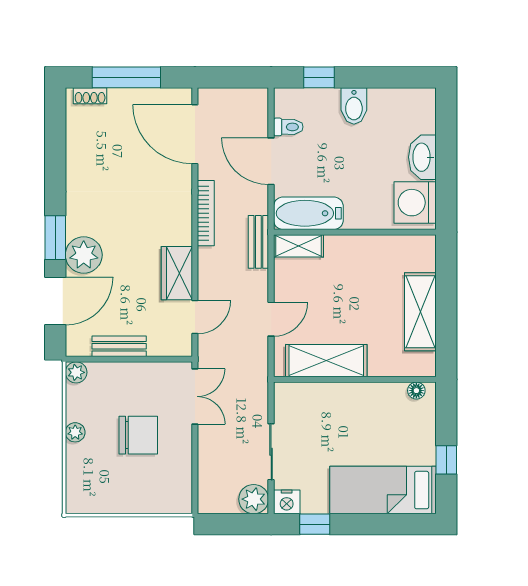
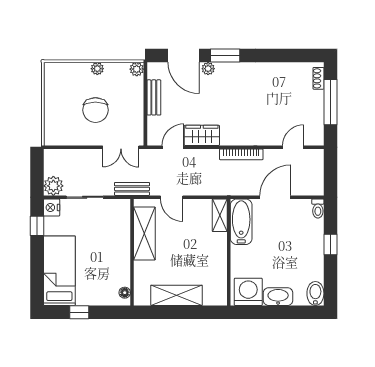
window: (319, 77) -> (330, 244), moved
bidet: (354, 106) -> (315, 293), moved, turned 90
toilet: (288, 127) -> (318, 209), moved
door: (195, 134) -> (293, 147), width x0.53
bench: (258, 242) -> (132, 189), moved
plant: (84, 255) -> (208, 69), width x0.53, depth x0.53
door: (195, 317) -> (173, 147), swing flipped

